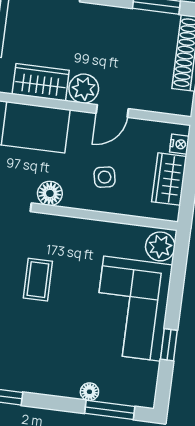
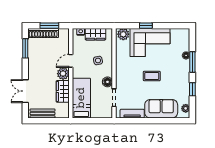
door: (112, 111) -> (71, 61), swing flipped
coffee table: (38, 280) -> (152, 76), moved
window: (169, 345) -> (146, 26), moved
window: (110, 410) -> (192, 62), moved

